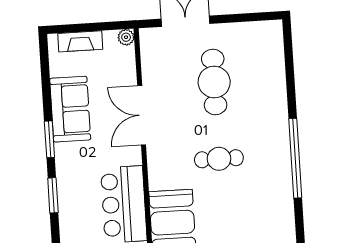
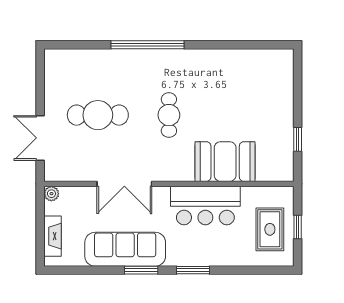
sofa: (70, 109) -> (125, 249), width x1.36
window: (295, 158) -> (148, 45), moved

